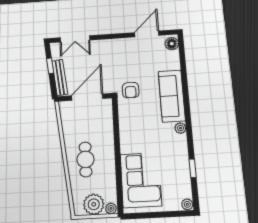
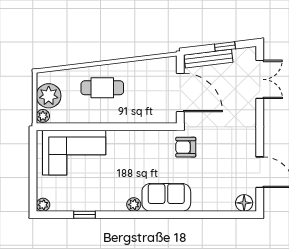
double door: (75, 39) -> (260, 79), swing flipped
sofa: (172, 96) -> (166, 197), width x0.73

